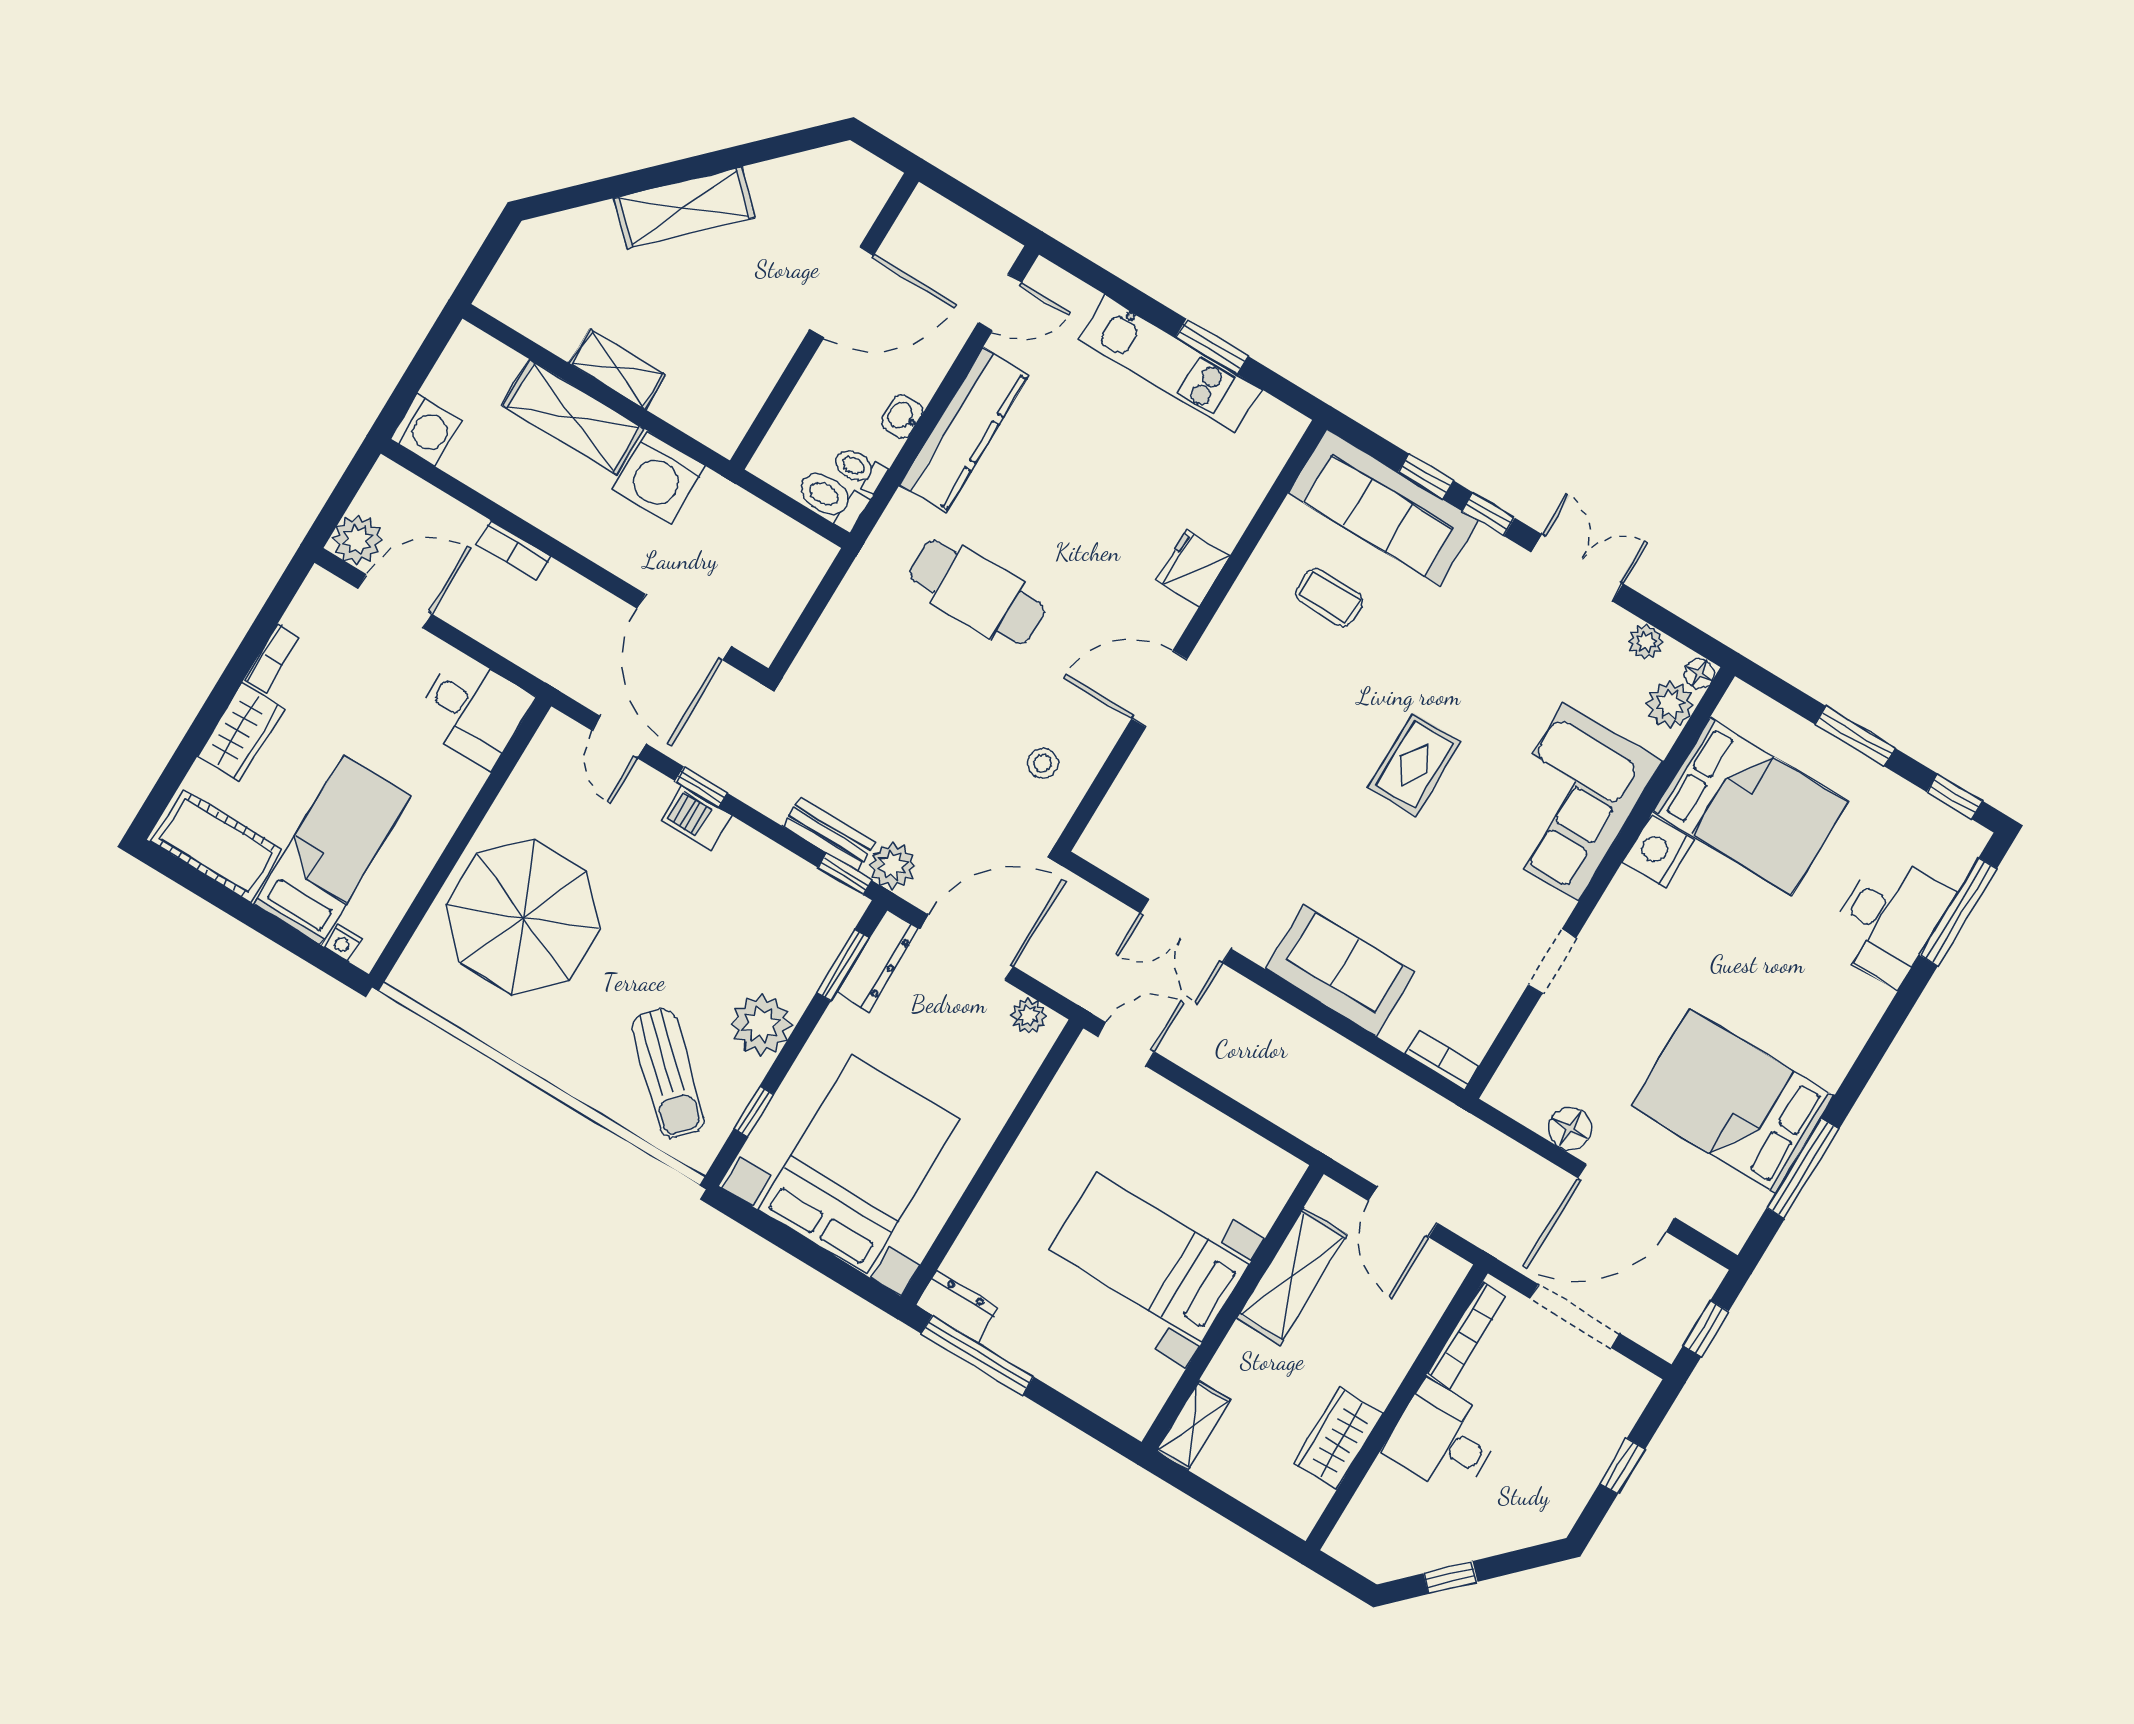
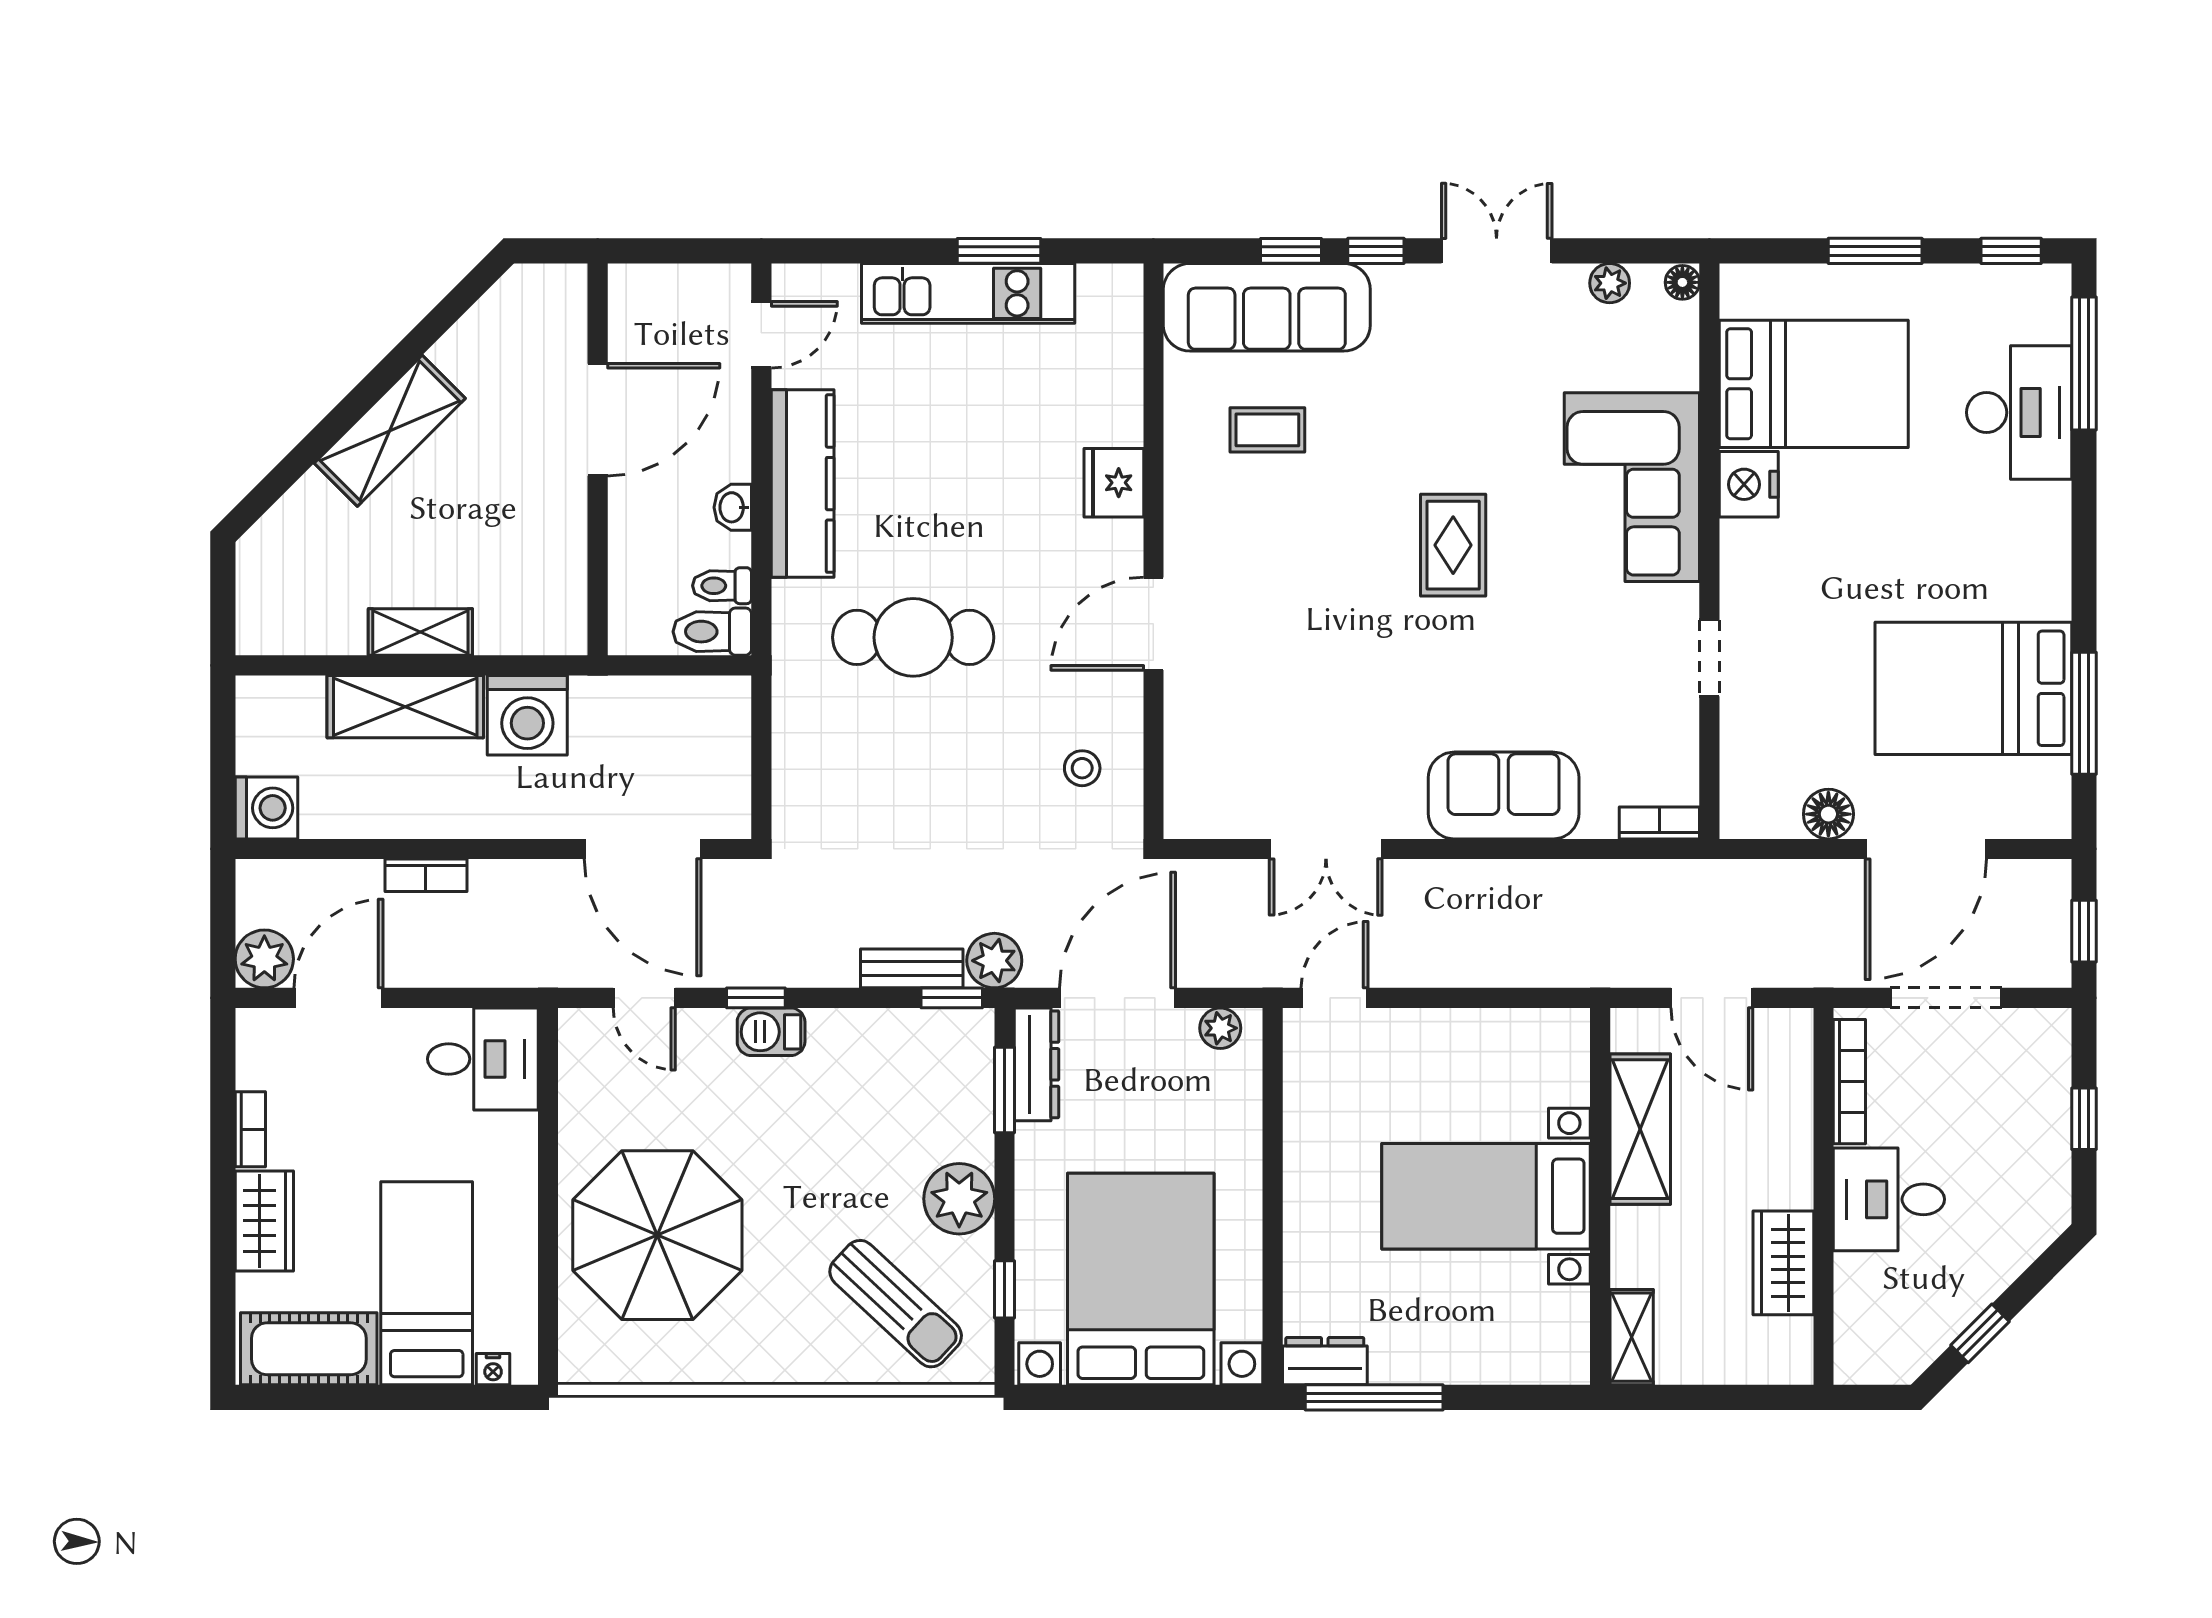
plant: (1670, 704) -> (1672, 331), removed

